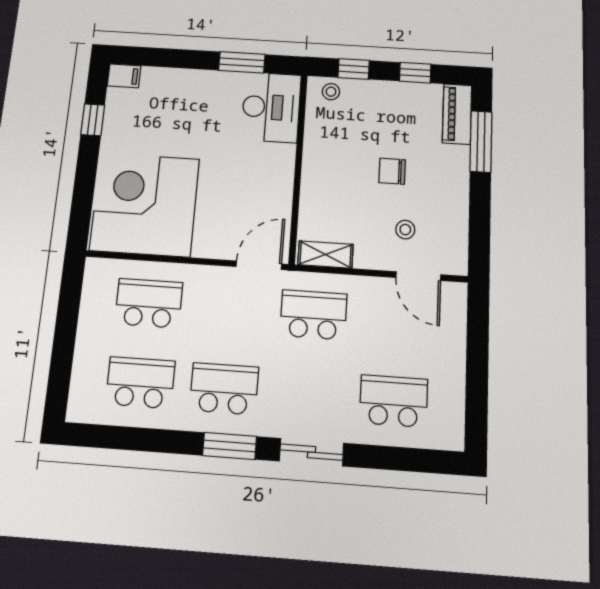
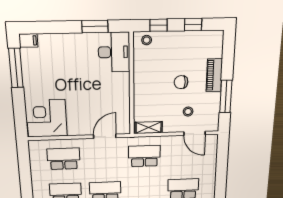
piano: (457, 114) -> (214, 75), moved
window: (93, 120) -> (16, 68), width x2.17
window: (481, 141) -> (226, 96), moved
corner desk: (145, 204) -> (47, 118), width x0.74, depth x0.74
door: (259, 265) -> (105, 136), moved

